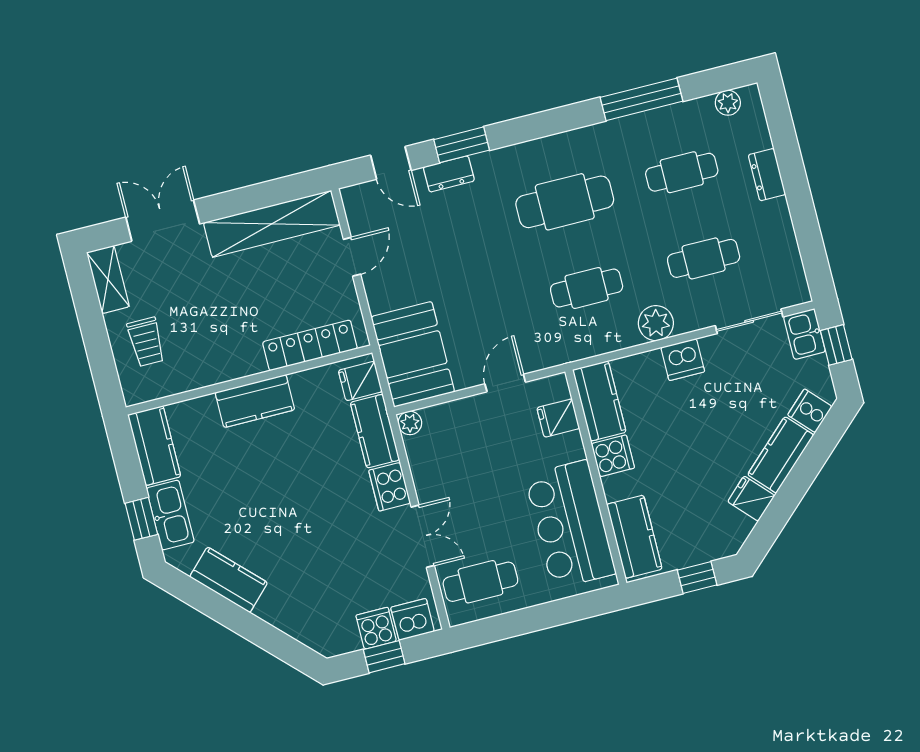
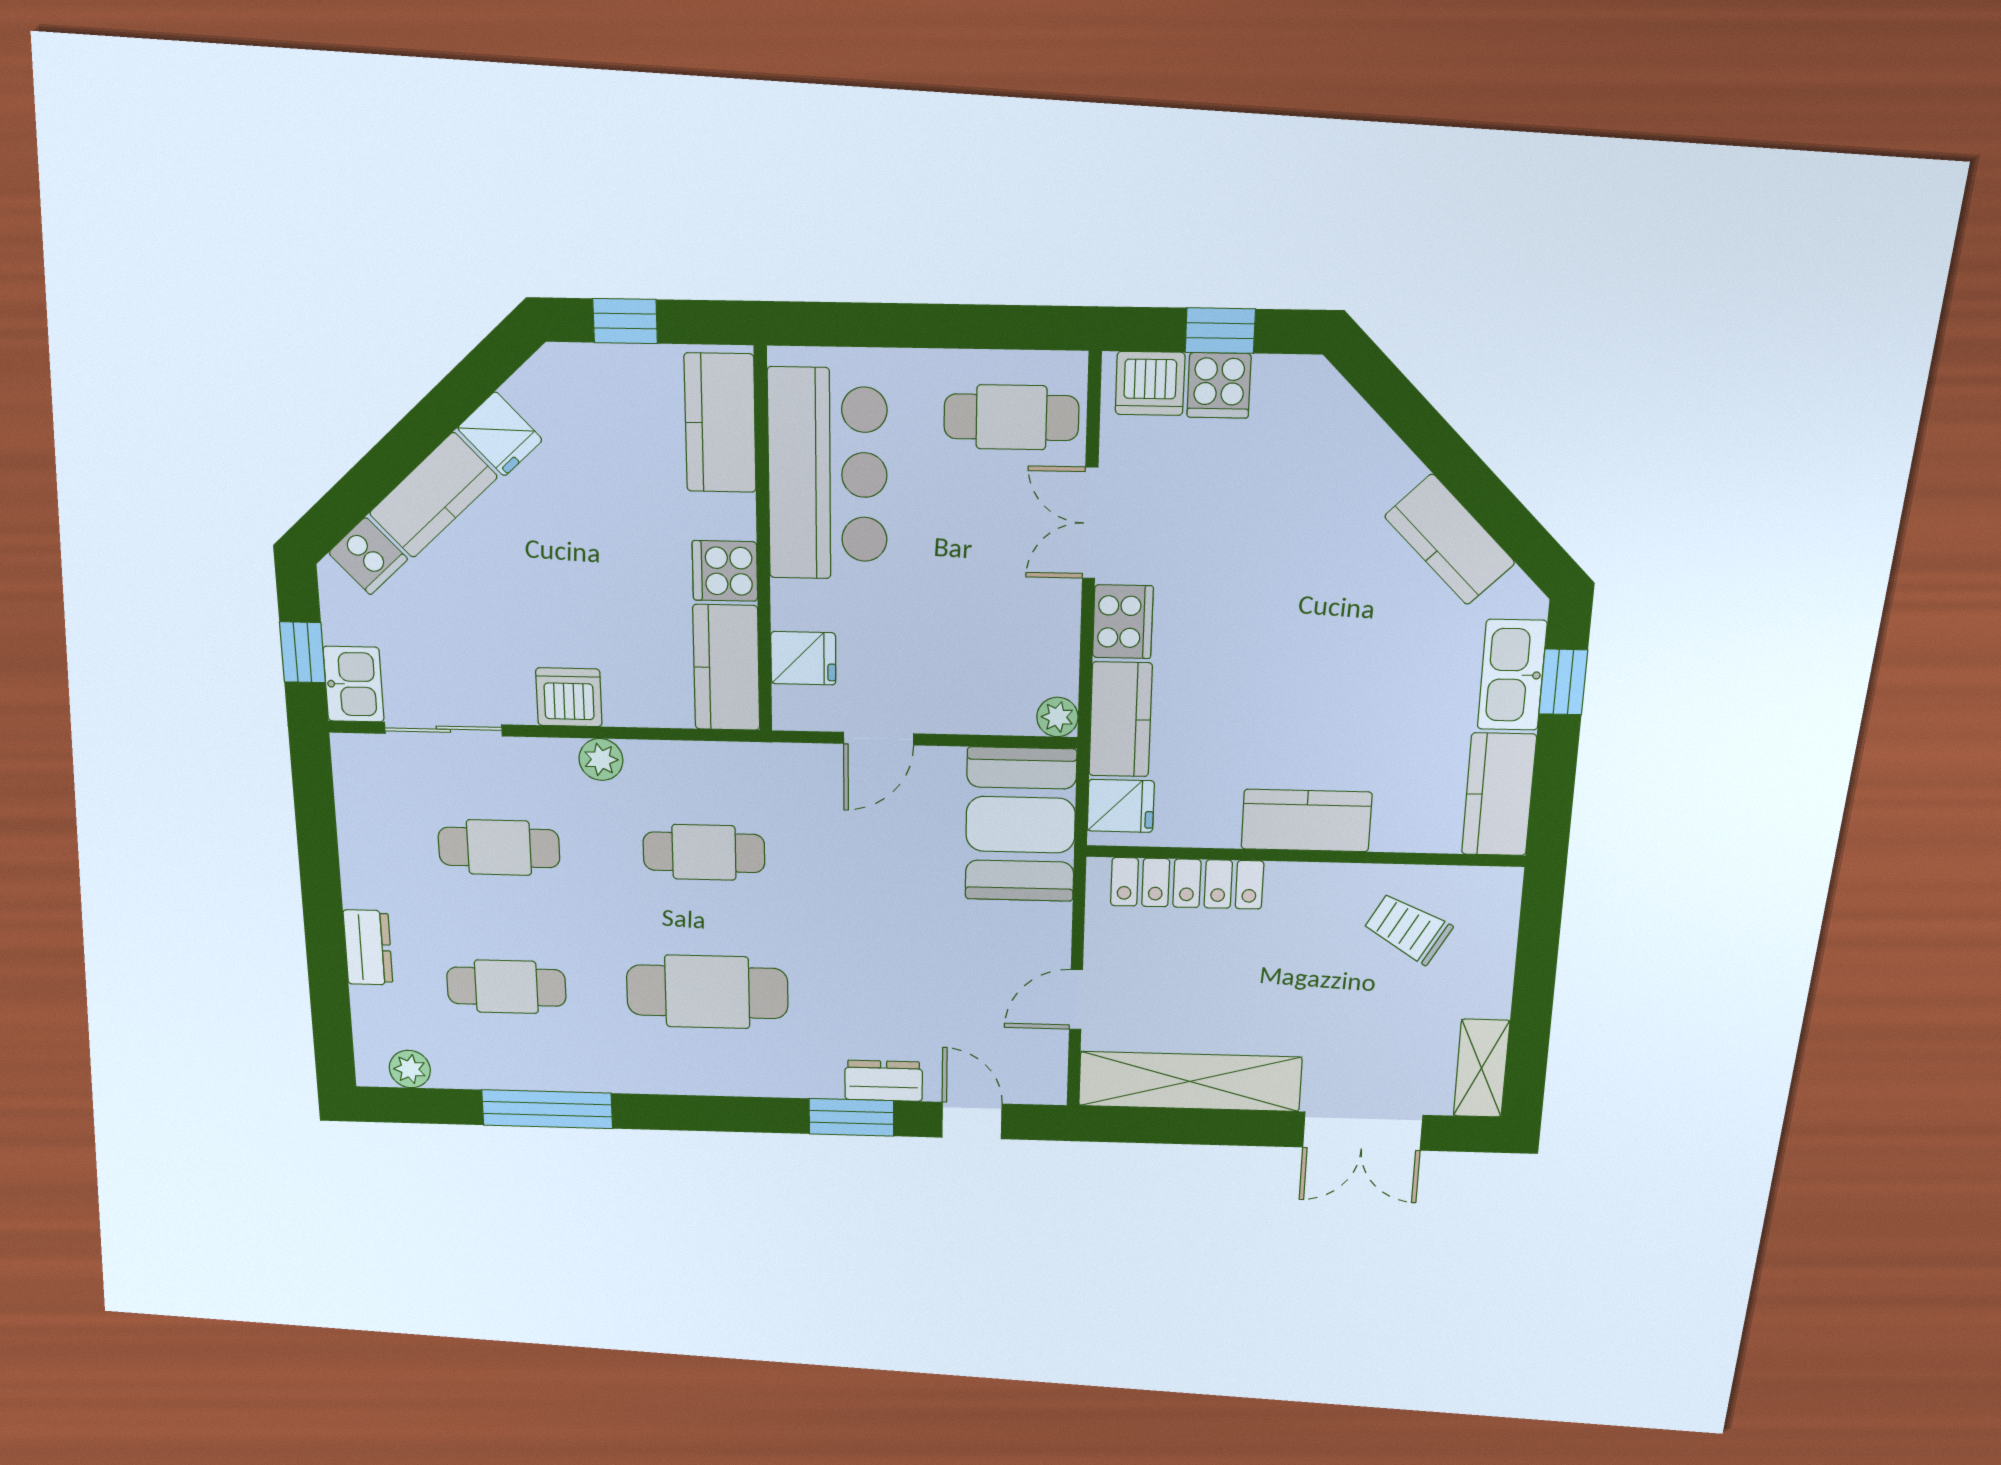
plant: (656, 323) -> (601, 759), width x0.73, depth x0.73
trolley: (146, 342) -> (1408, 929), moved, turned -61

